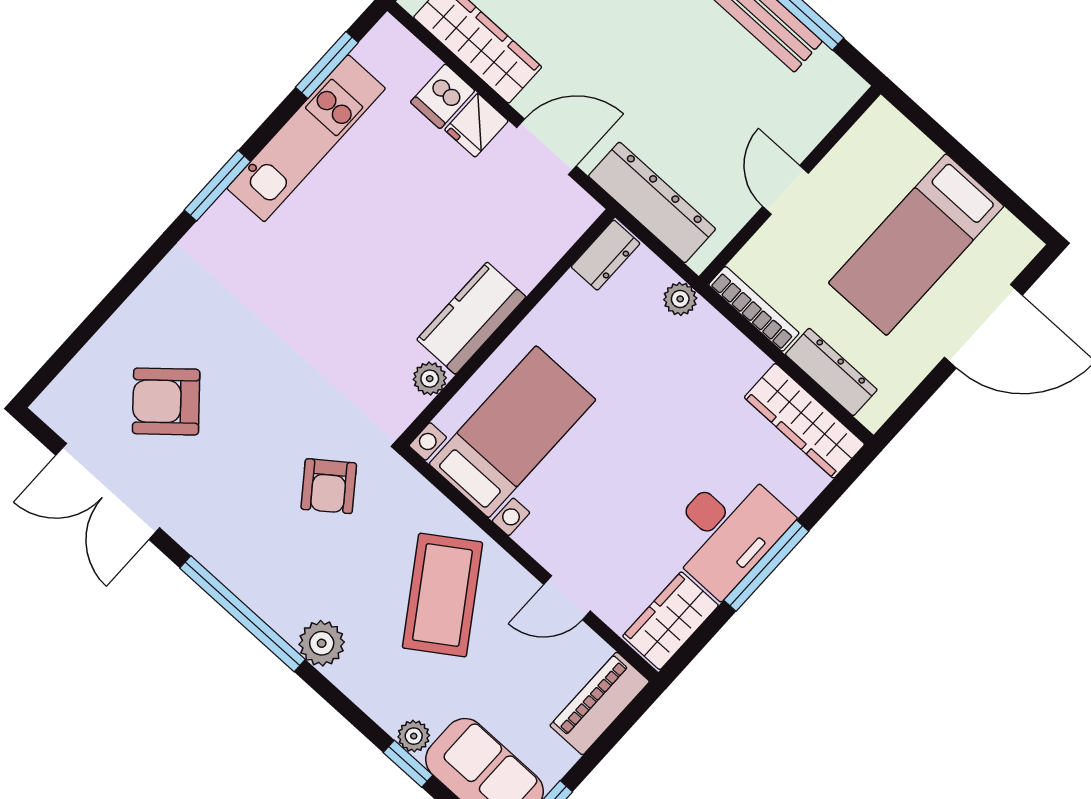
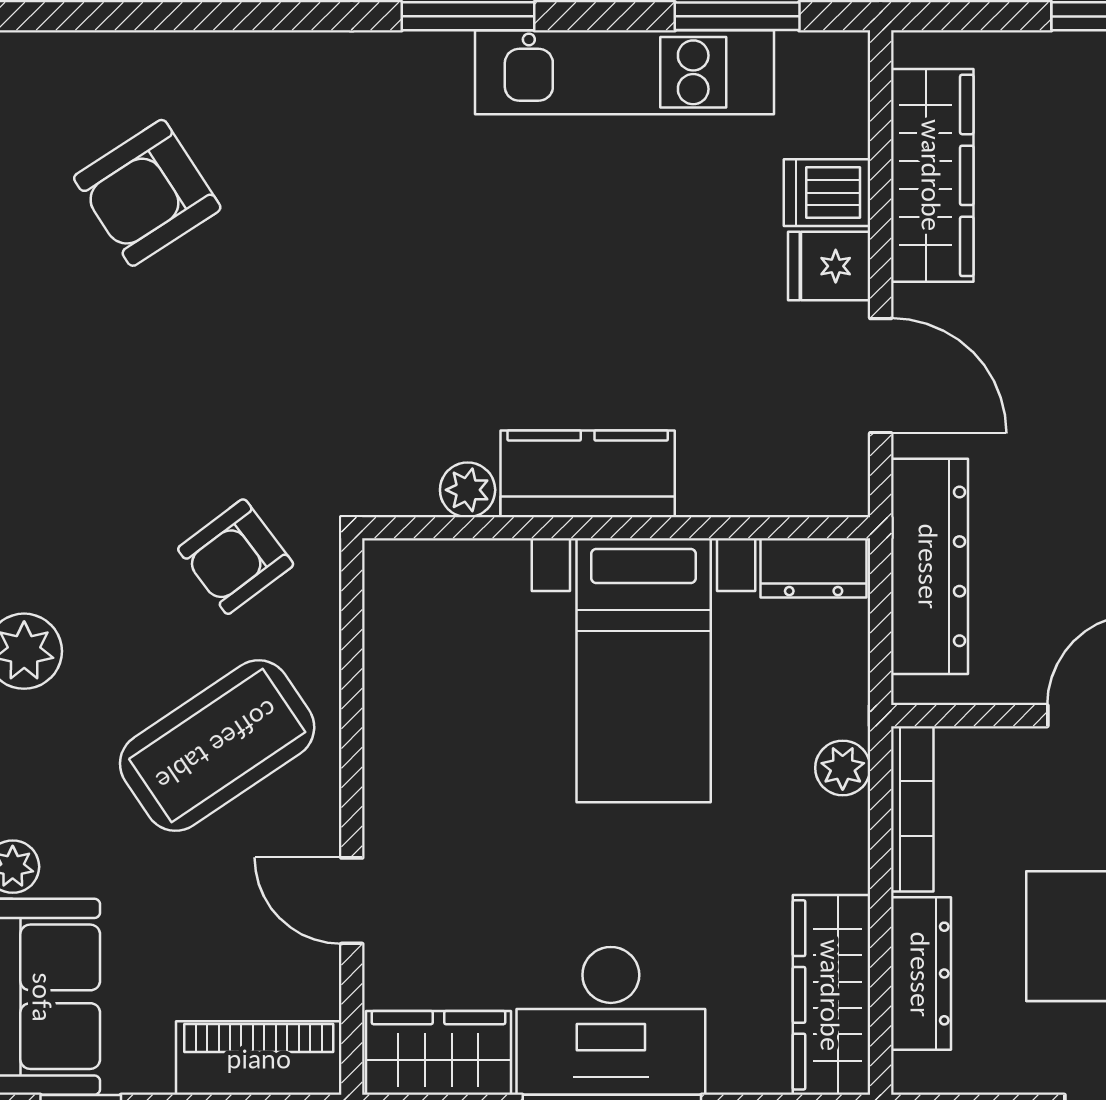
plant: (680, 299) -> (843, 768), moved
armchair: (166, 401) -> (147, 193), turned -82
bed with nightstands: (512, 432) -> (644, 670), moved, turned 90
armchair: (329, 486) -> (236, 557), moved

